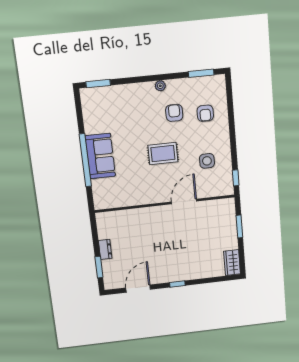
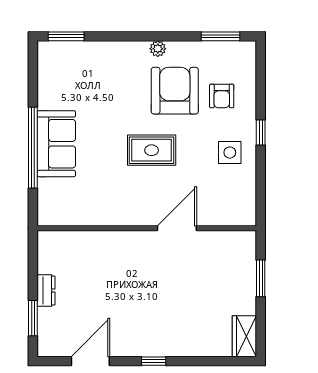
armchair: (174, 113) -> (175, 91), width x1.88, depth x1.88
side table: (207, 161) -> (230, 153), moved
window: (236, 178) -> (261, 133), moved

